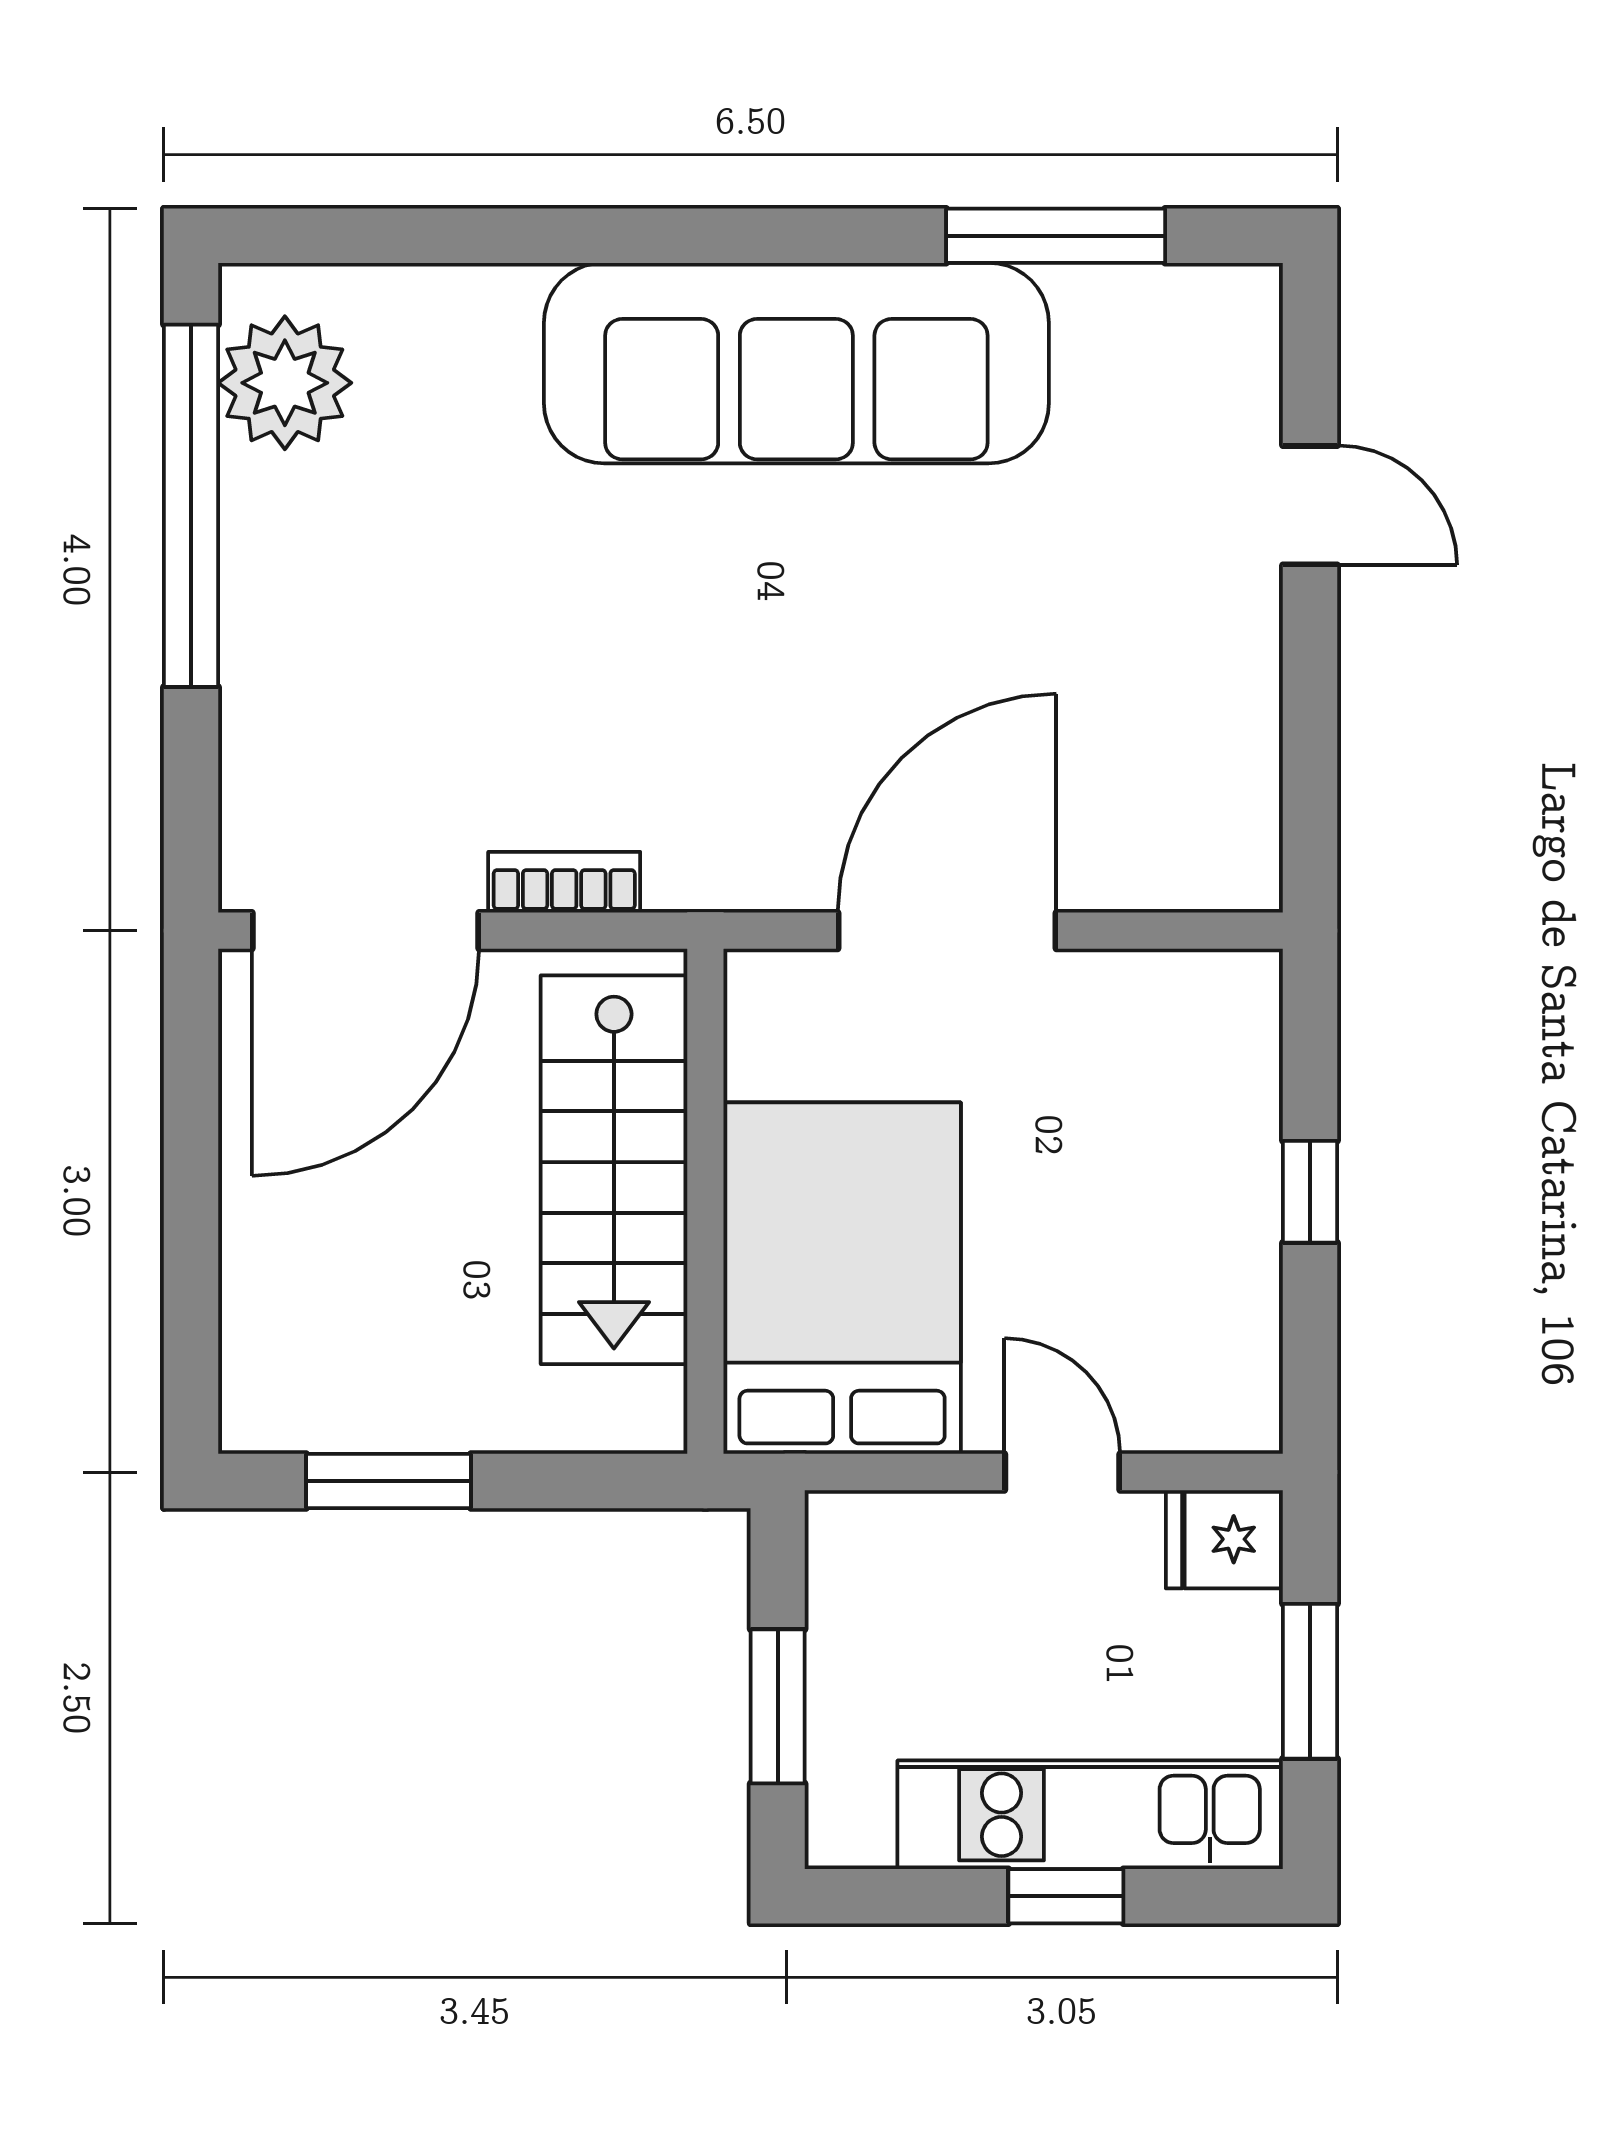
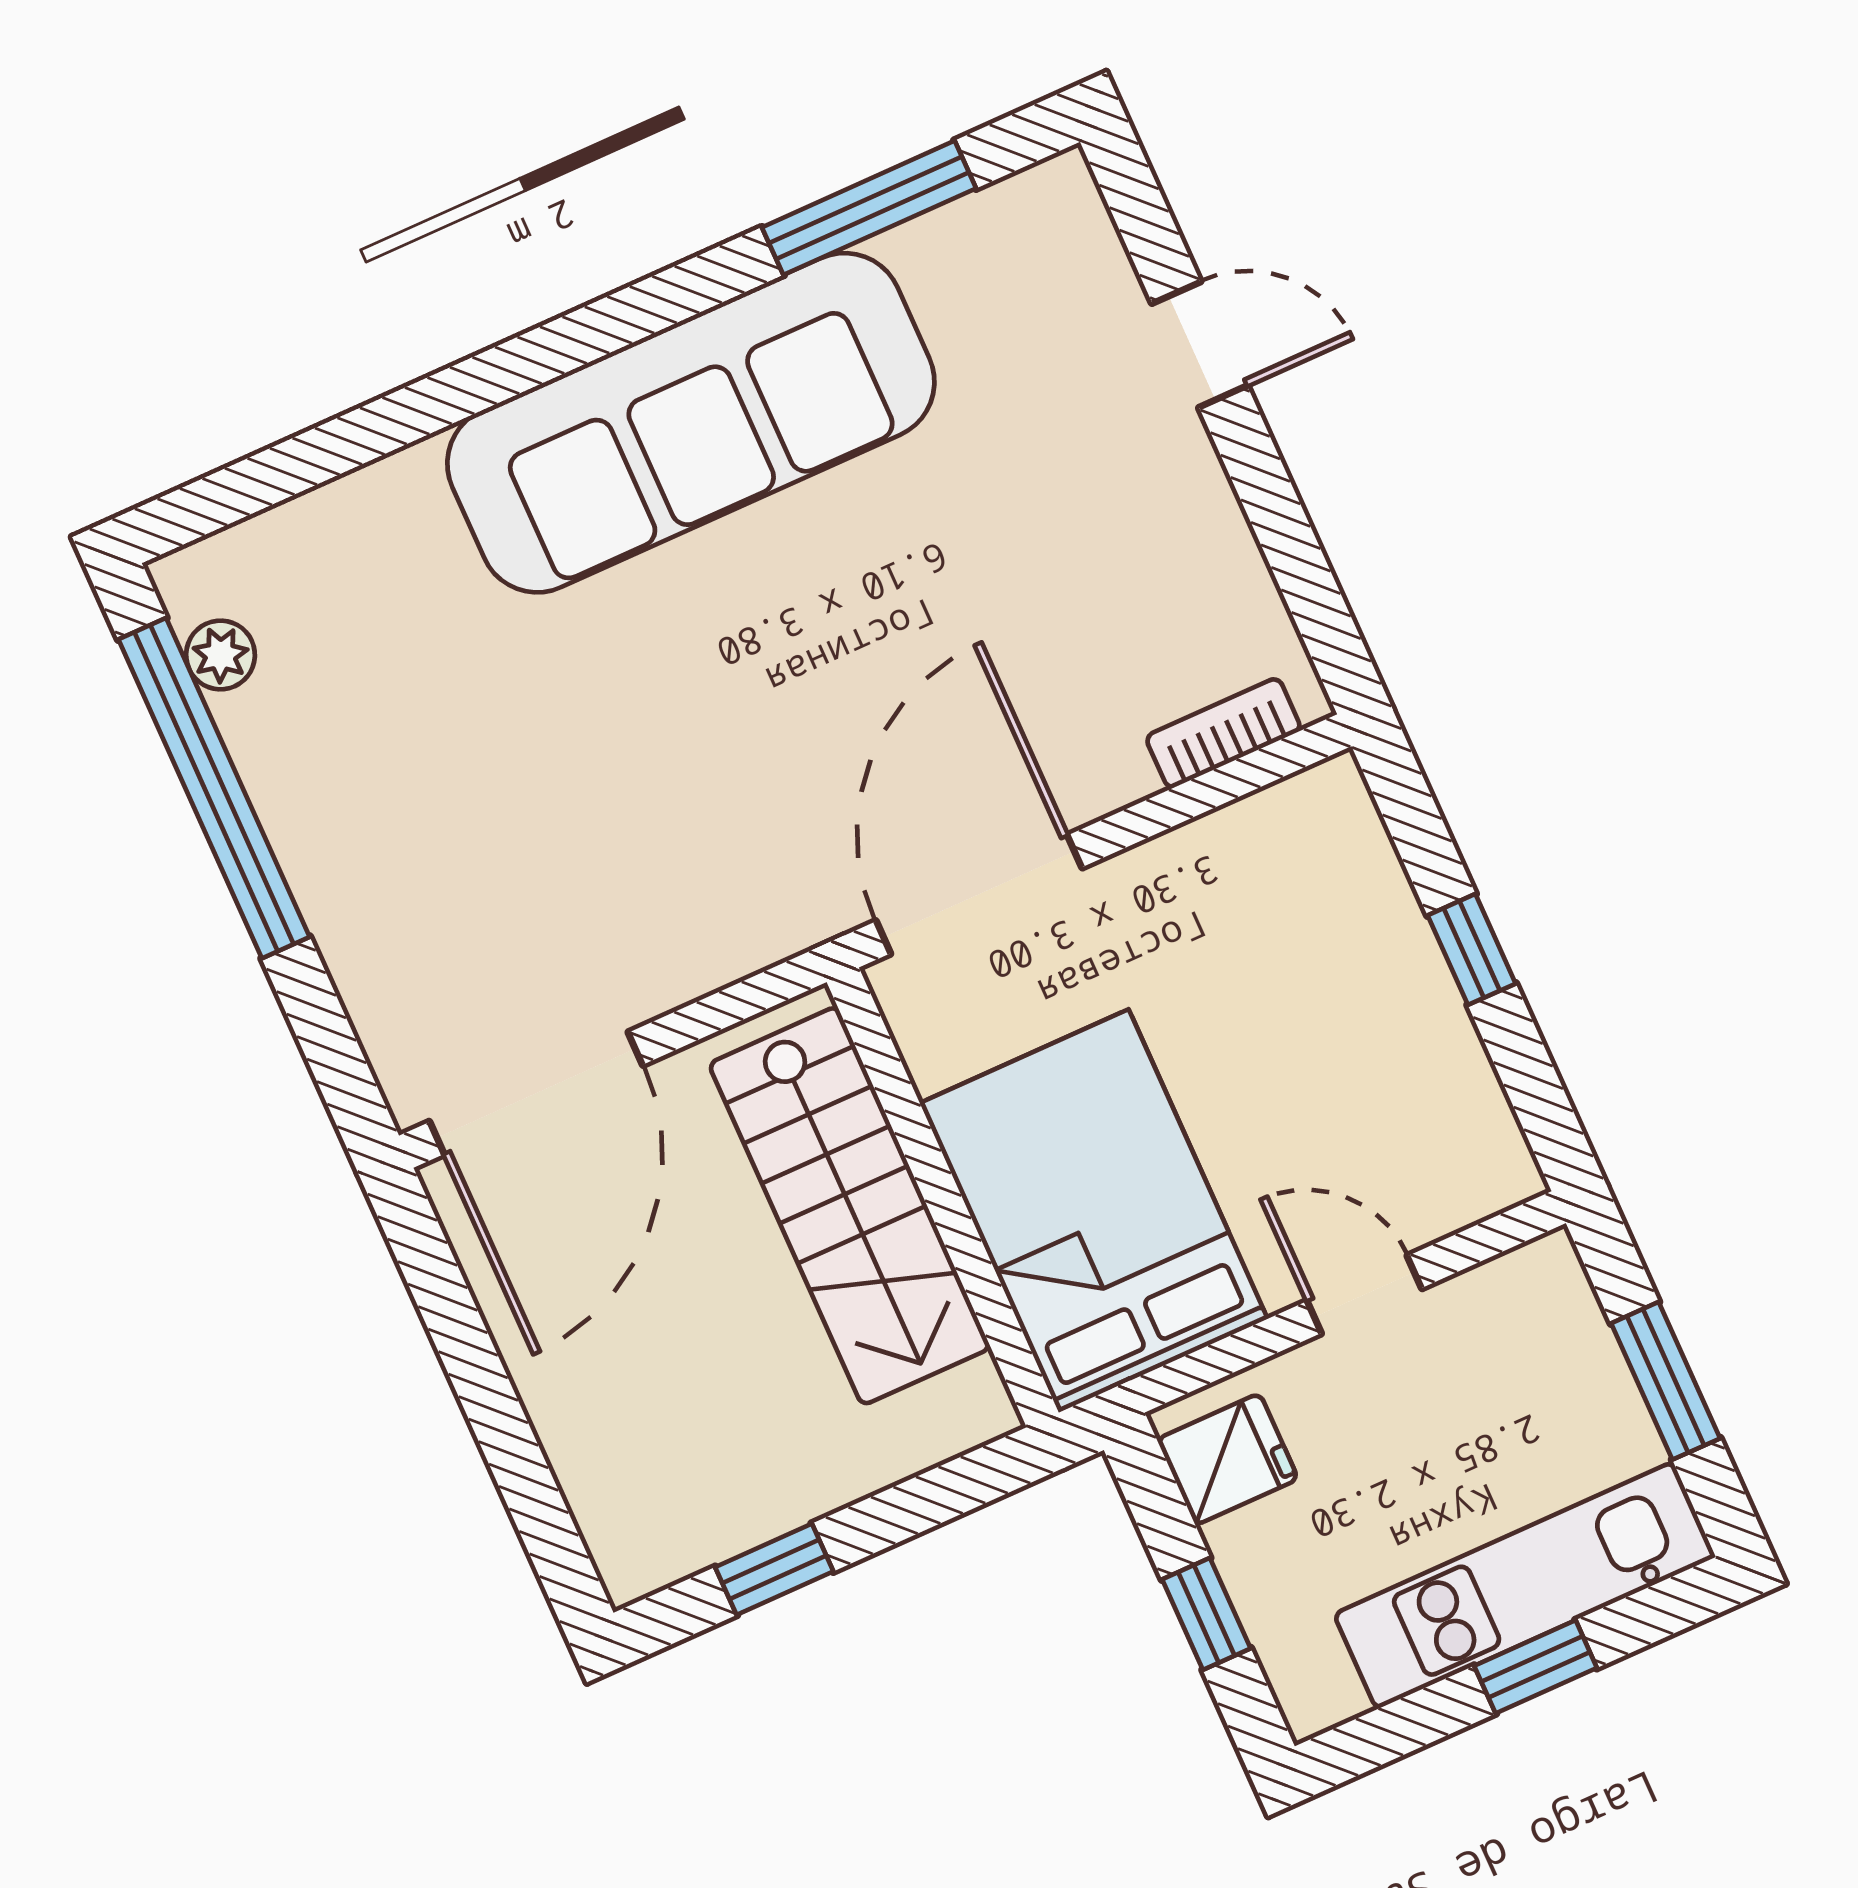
plant: (285, 383) -> (221, 655), width x0.53, depth x0.53
bookcase: (564, 882) -> (1223, 733), moved
door: (947, 931) -> (979, 894), moved
window: (389, 1481) -> (774, 1569), width x0.67
fridge: (1224, 1539) -> (1228, 1459), moved, turned 180
window: (778, 1706) -> (1206, 1614), width x0.67

